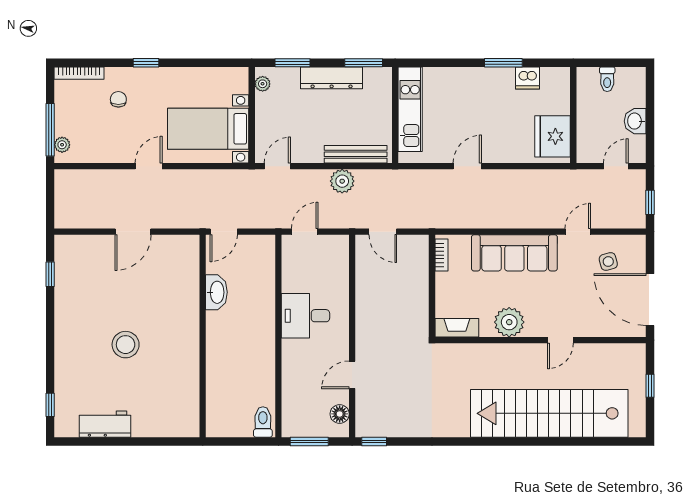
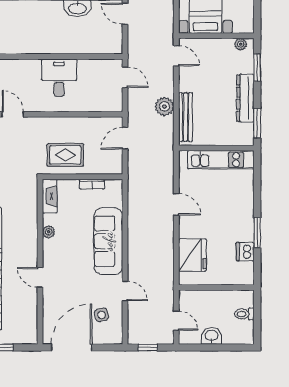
fridge: (553, 136) -> (192, 255), moved, turned 90
bookcase: (441, 255) -> (92, 184), moved
rug: (404, 308) -> (65, 155), added
plant: (509, 322) -> (49, 232), width x0.53, depth x0.53

